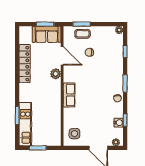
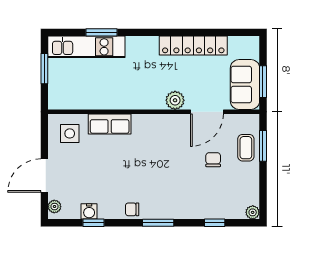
row of seats: (69, 95) -> (110, 124), moved

